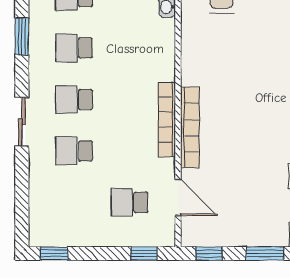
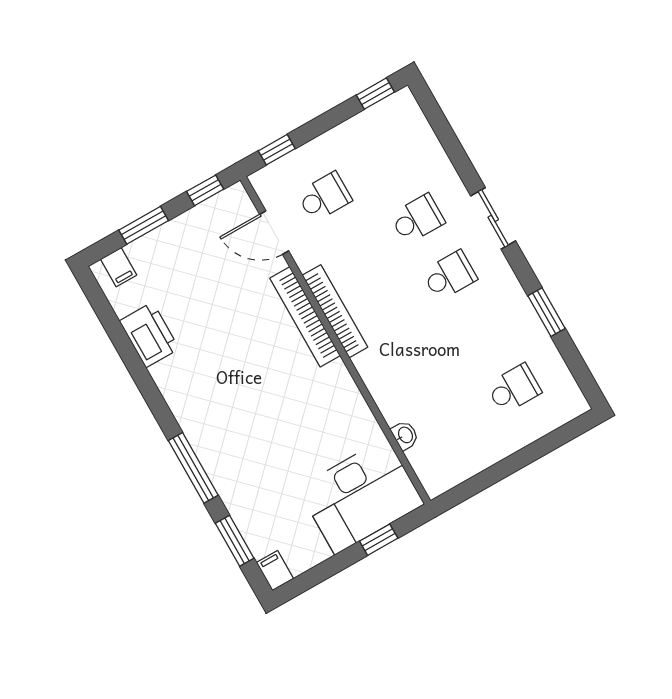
school desk: (74, 48) -> (482, 332), removed

